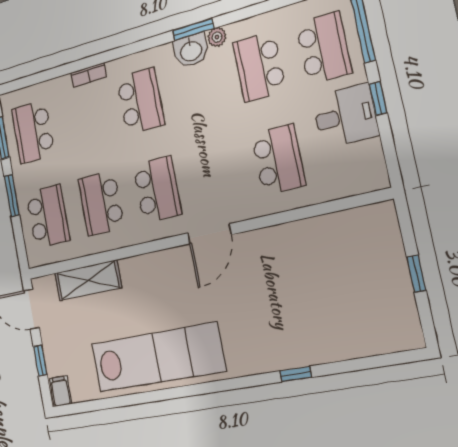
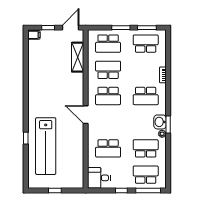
school desk: (324, 48) -> (146, 175), turned 180
desk: (345, 116) -> (99, 178), moved, turned 90
lab bench: (158, 357) -> (46, 146), moved

